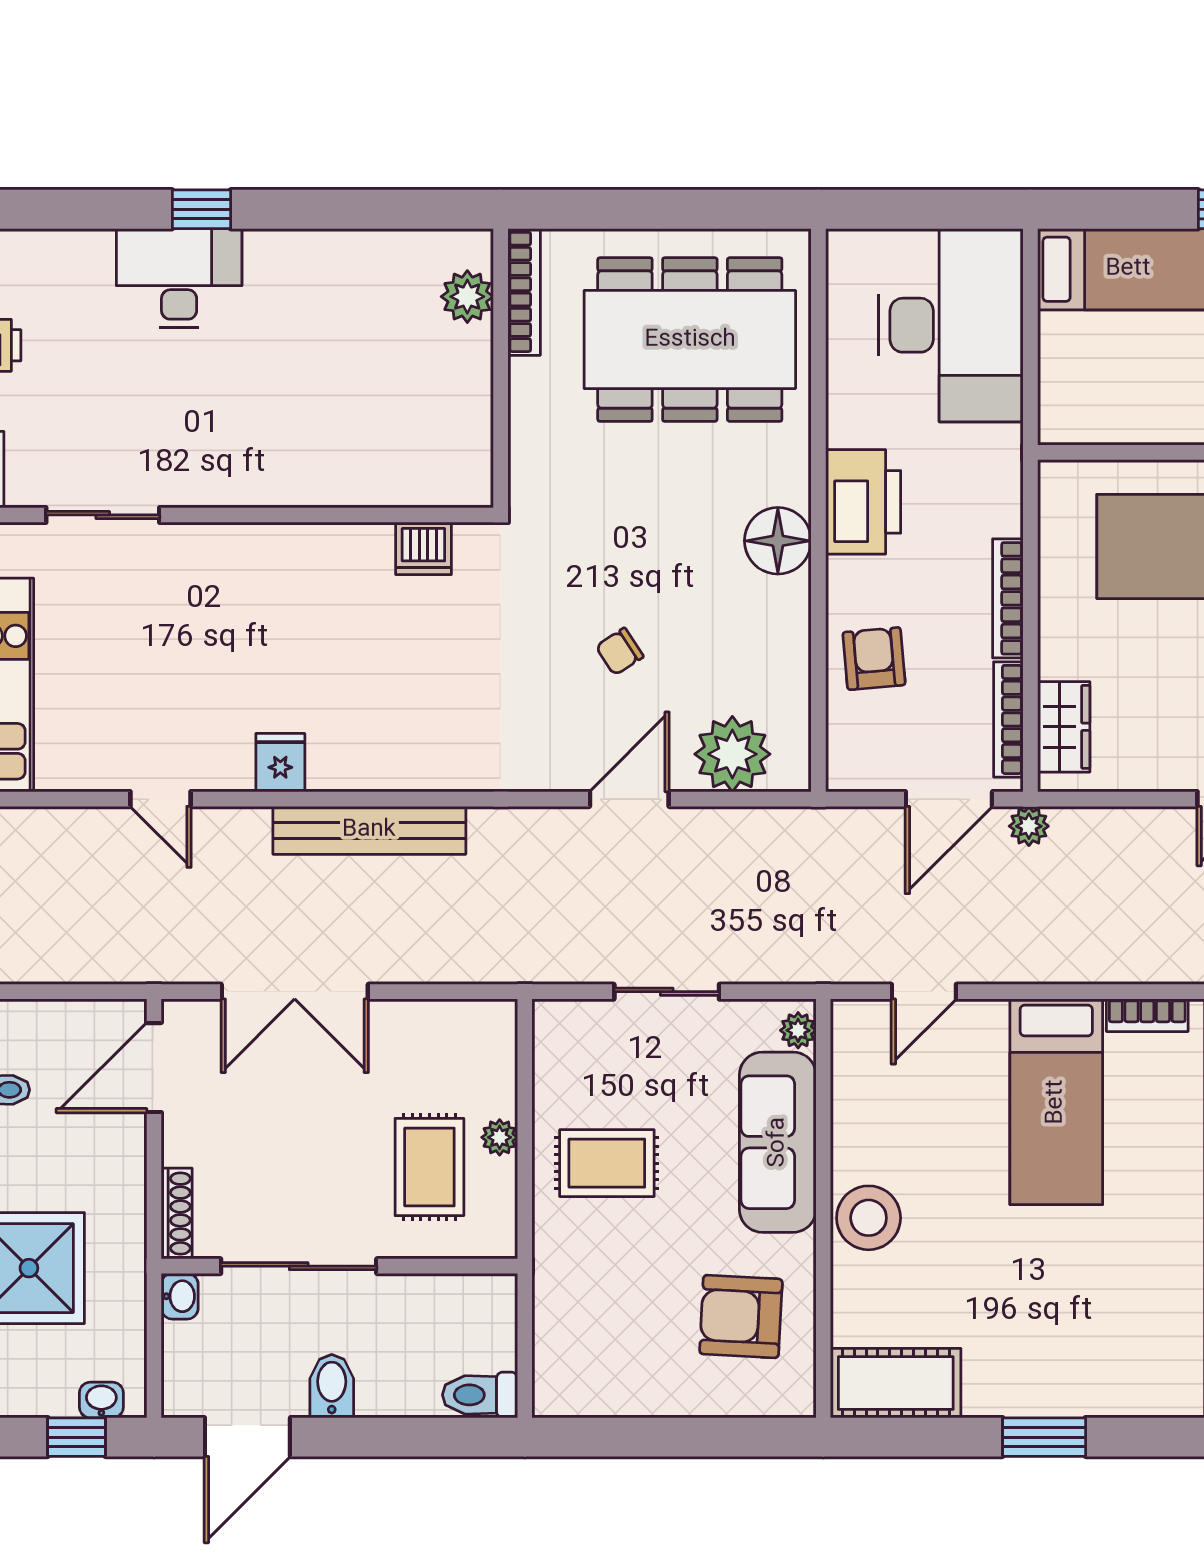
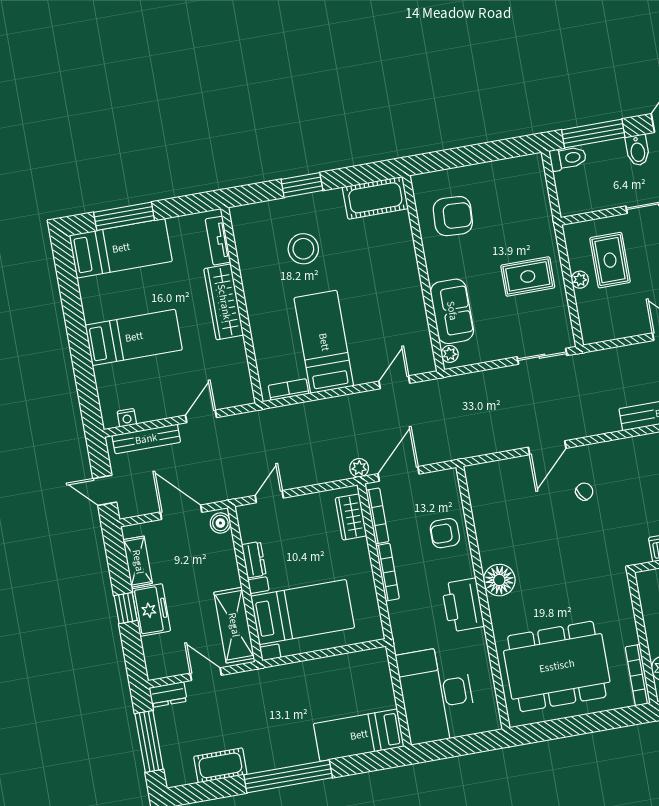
chair: (620, 652) -> (584, 492), moved
armchair: (874, 659) -> (445, 533), turned 95
plant: (732, 754) -> (503, 477), removed
sliding door: (667, 992) -> (542, 356), moved
sofa: (778, 1142) -> (452, 311), width x0.73
stool: (869, 1218) -> (303, 249), moved
window: (418, 1437) -> (593, 134), added

